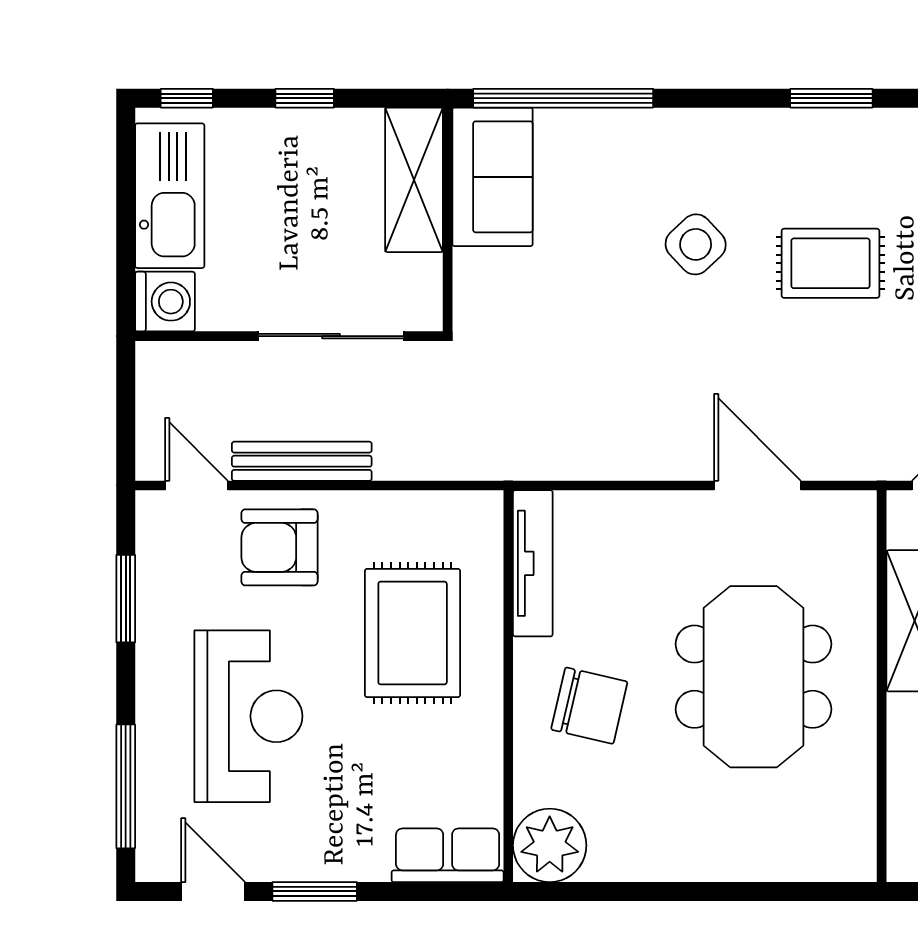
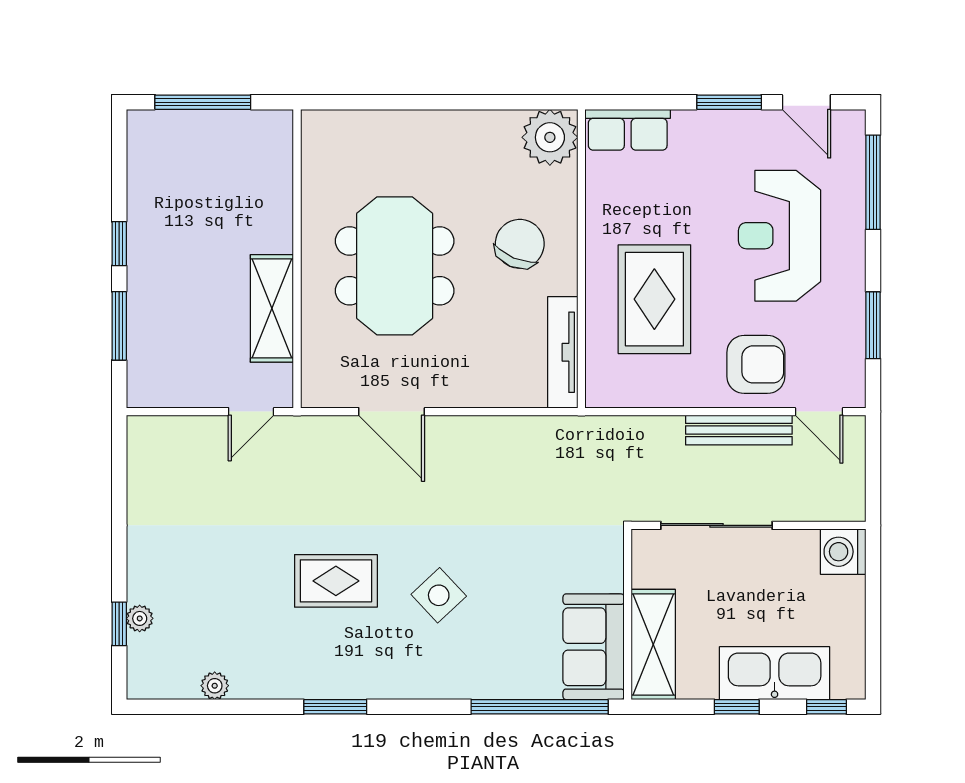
kitchen sink: (170, 196) -> (775, 673), moved, turned 90
chair: (589, 706) -> (520, 244), turned 100

